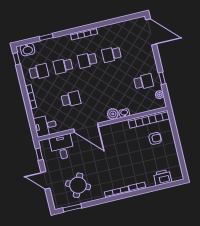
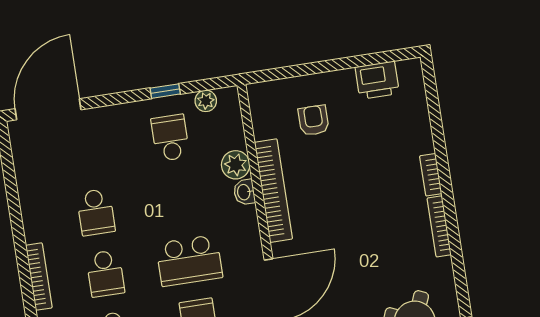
school desk: (95, 93) -> (189, 261), added
plant: (113, 114) -> (236, 165), moved
bookcase: (149, 119) -> (273, 191), moved
printer: (162, 177) -> (377, 80), moved, turned -90

